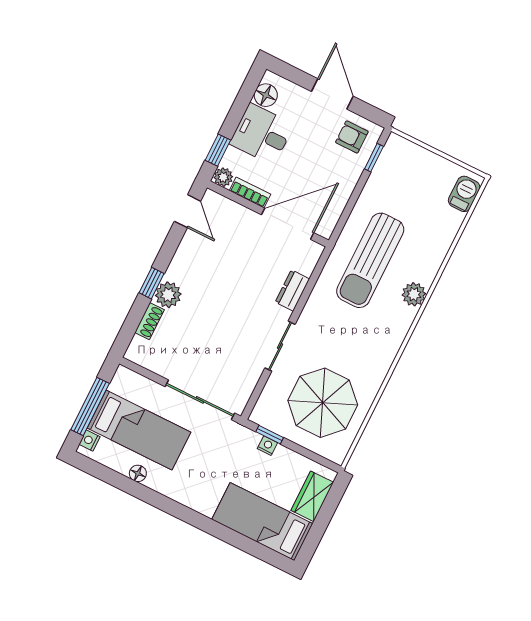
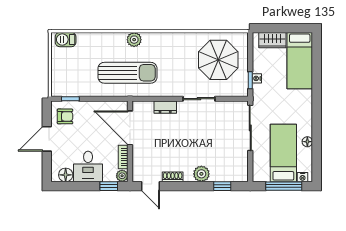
armchair: (352, 137) -> (65, 116), turned -90
door: (187, 211) -> (150, 186), swing flipped
window: (152, 283) -> (222, 186), moved
shoe rack: (150, 321) -> (173, 177), moved

